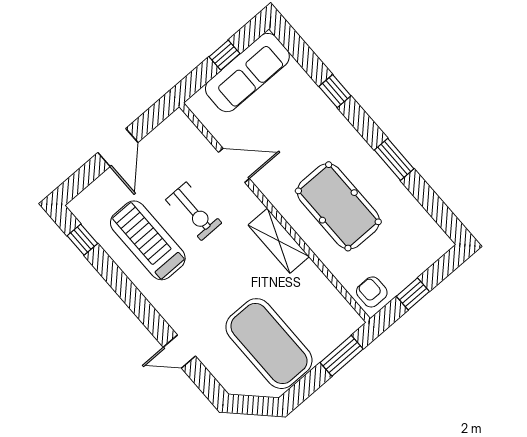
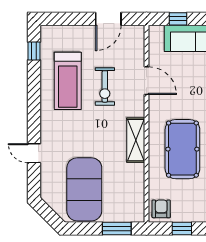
window: (224, 55) -> (178, 19), moved
door: (118, 148) -> (108, 19), moved
treadmill: (148, 240) -> (68, 81), turned 180

